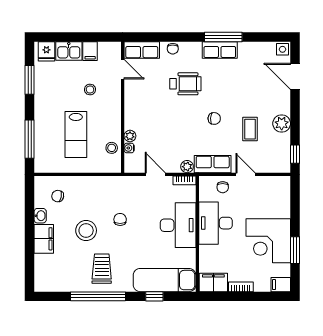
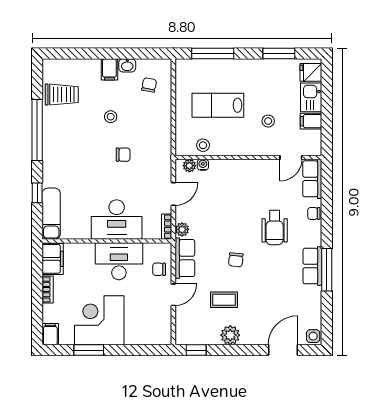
plant: (130, 136) -> (189, 166), moved
stool: (86, 230) -> (111, 117), width x0.53, depth x0.53
filing cabinet: (44, 239) -> (109, 69), width x0.50
trolley: (102, 269) -> (62, 95), moved
exam couch: (165, 280) -> (51, 214), width x0.73, depth x0.69

